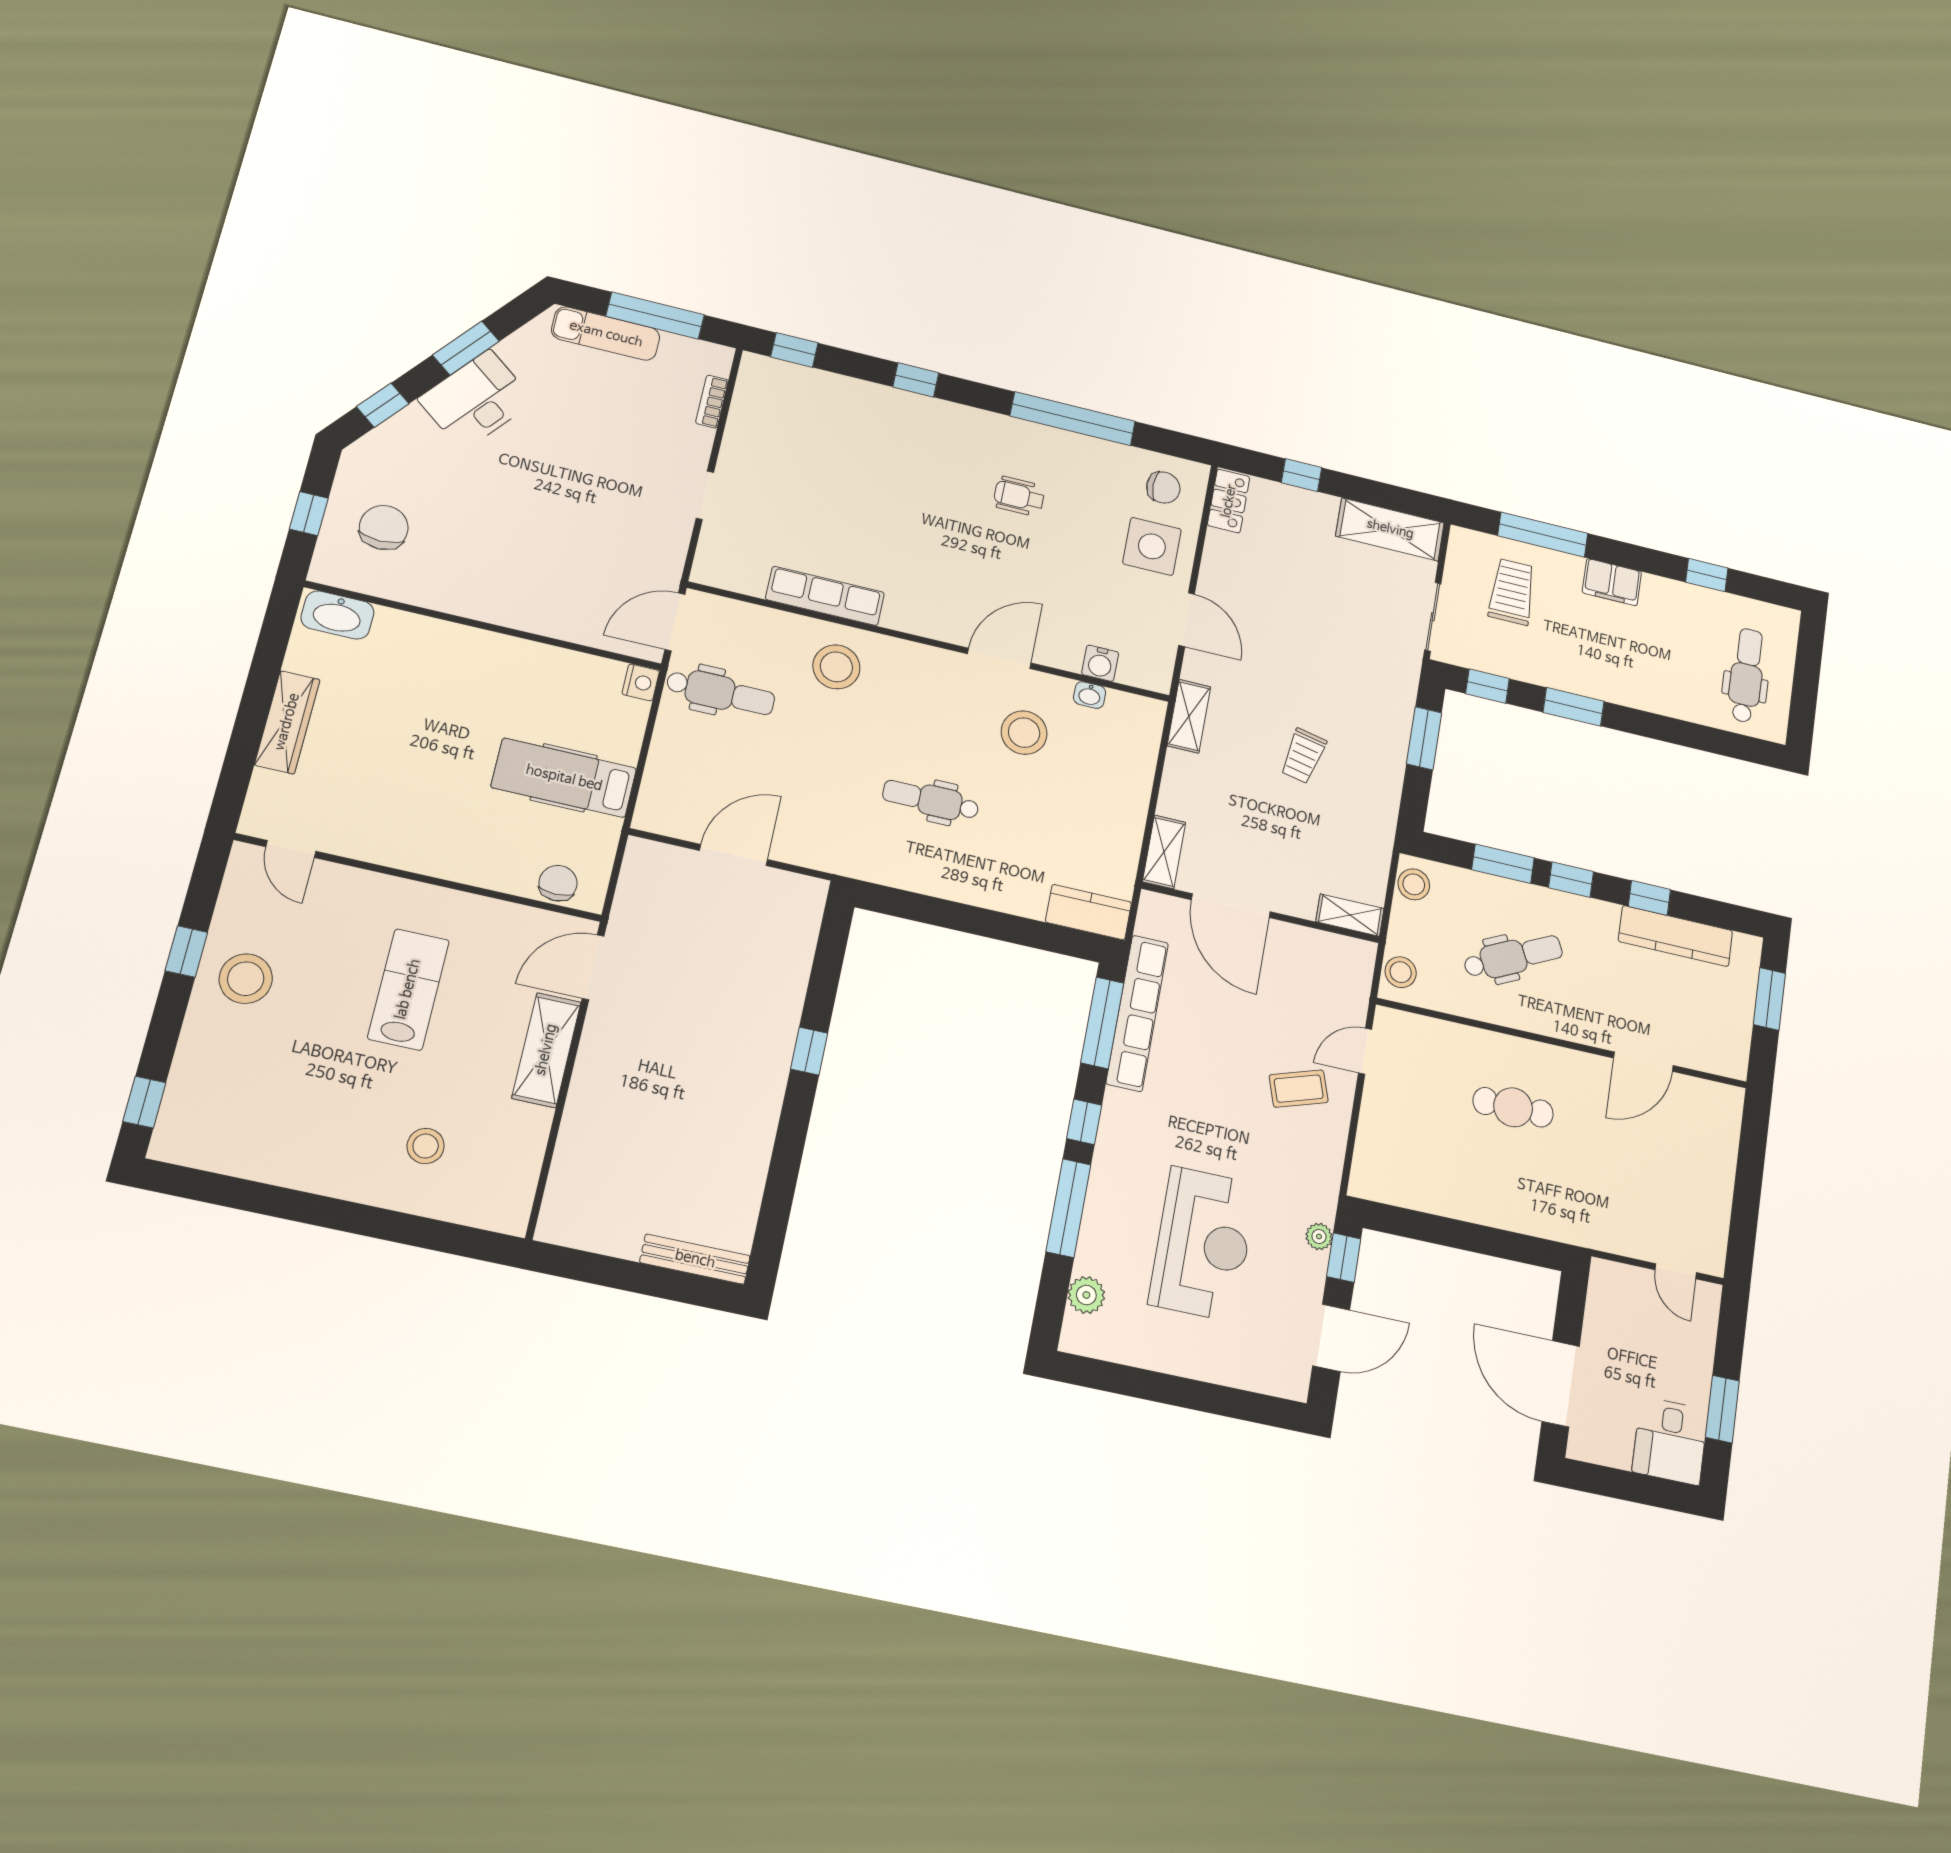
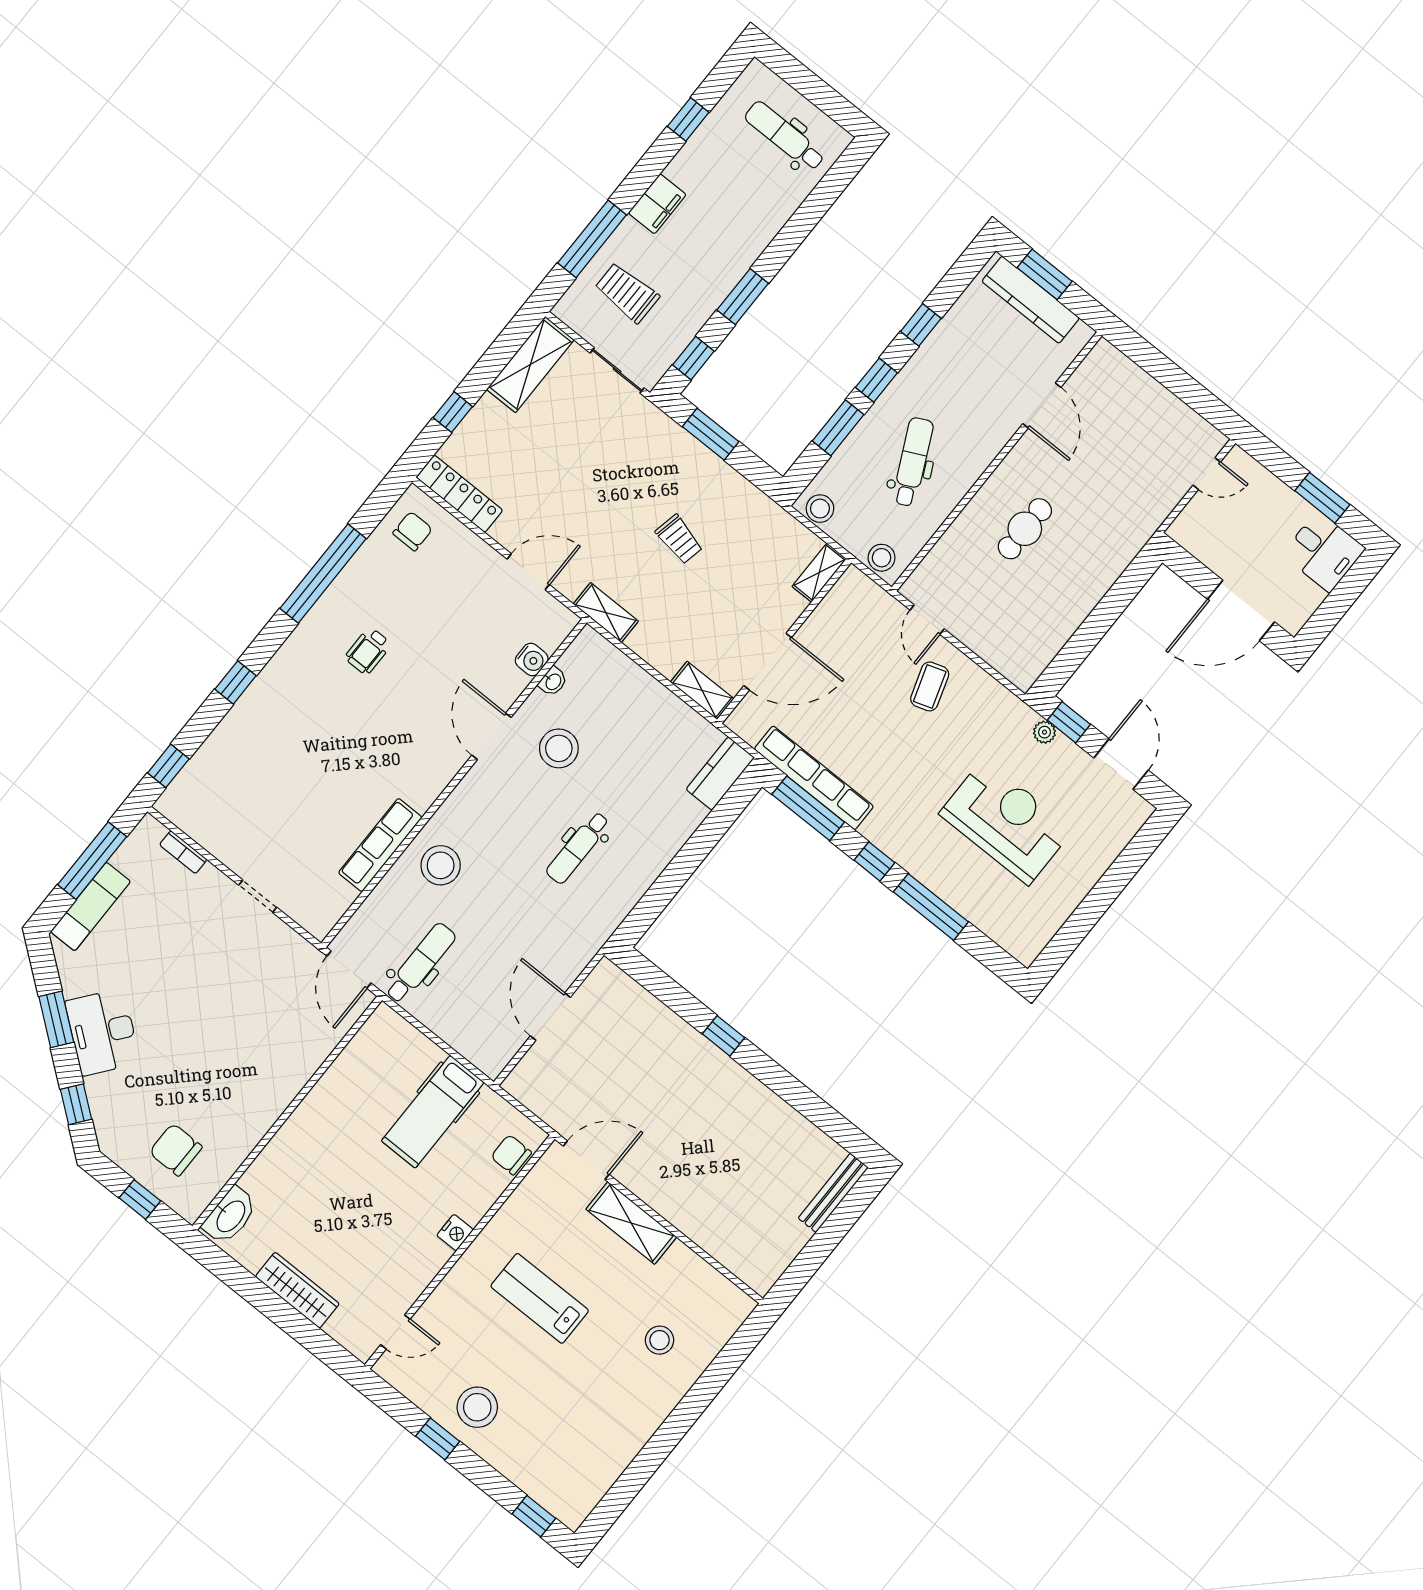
locker: (1229, 501) -> (459, 494), width x1.53
side table: (1152, 546) -> (457, 567), removed
nightstand: (641, 682) -> (455, 1233), moved, turned 90
kitchen counter: (1675, 936) -> (1031, 300), moved, turned 90
door: (593, 967) -> (586, 1160), swing flipped
plant: (1086, 1295) -> (999, 927), removed

